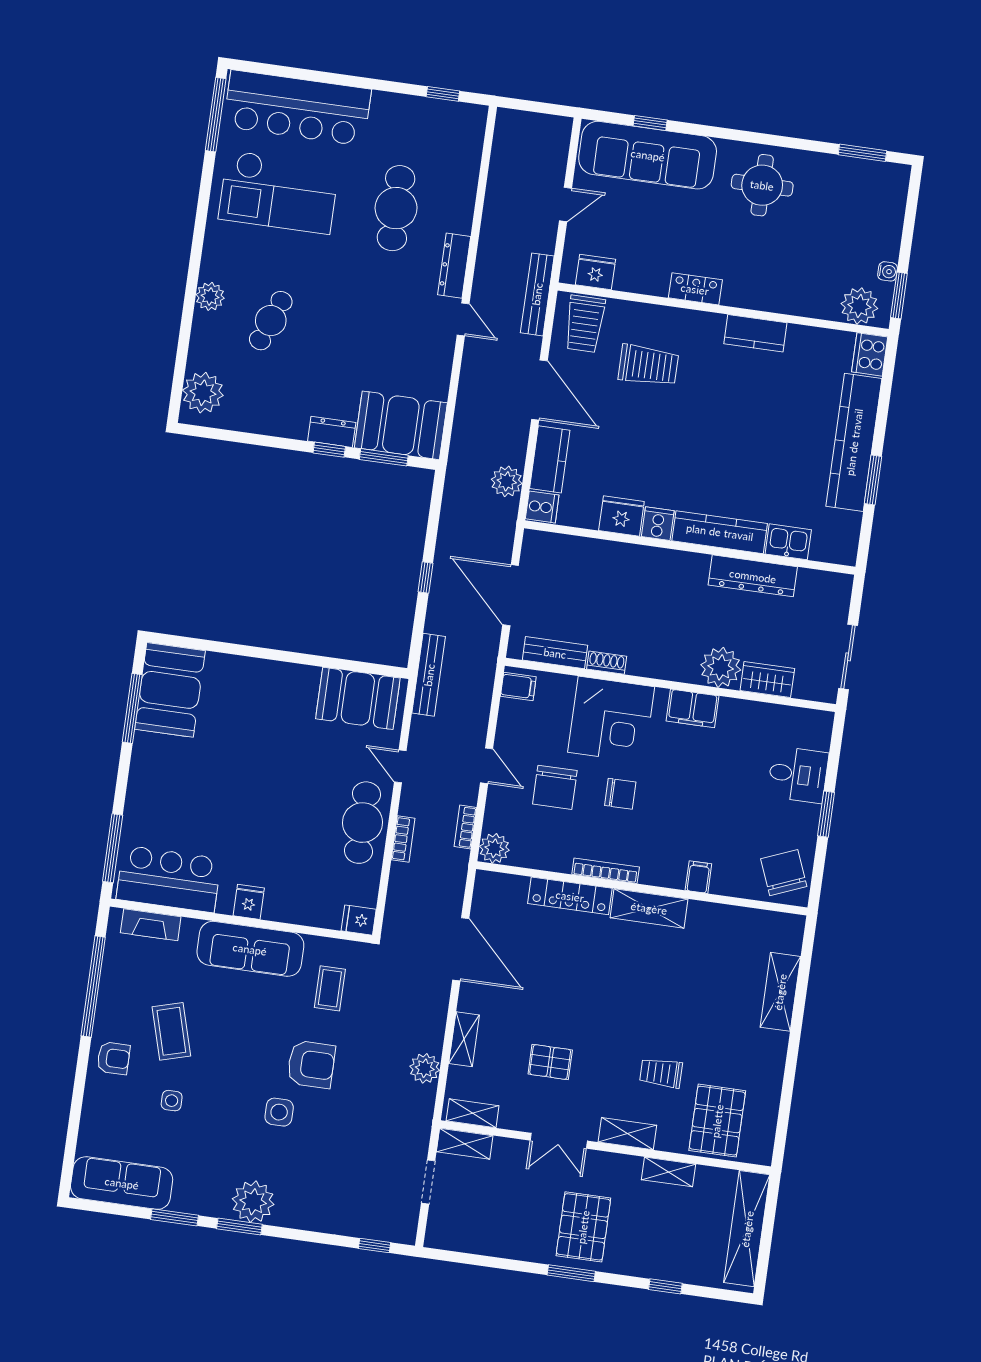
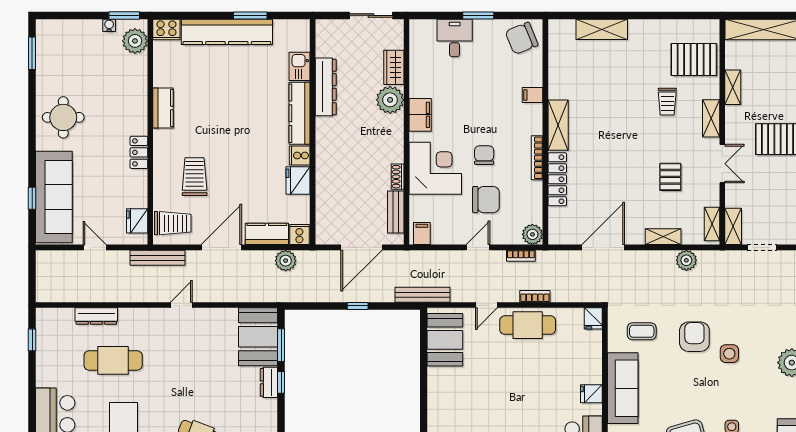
dresser: (454, 266) -> (96, 316), moved

